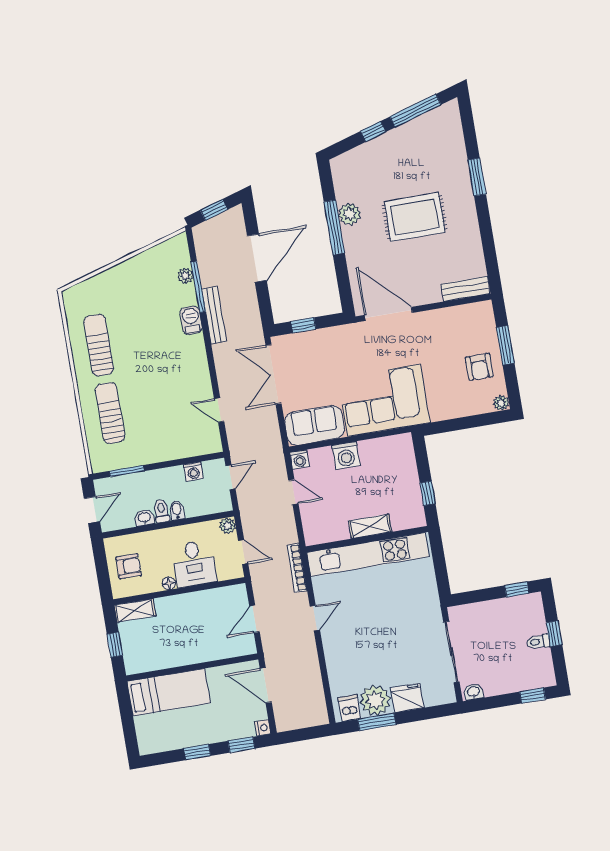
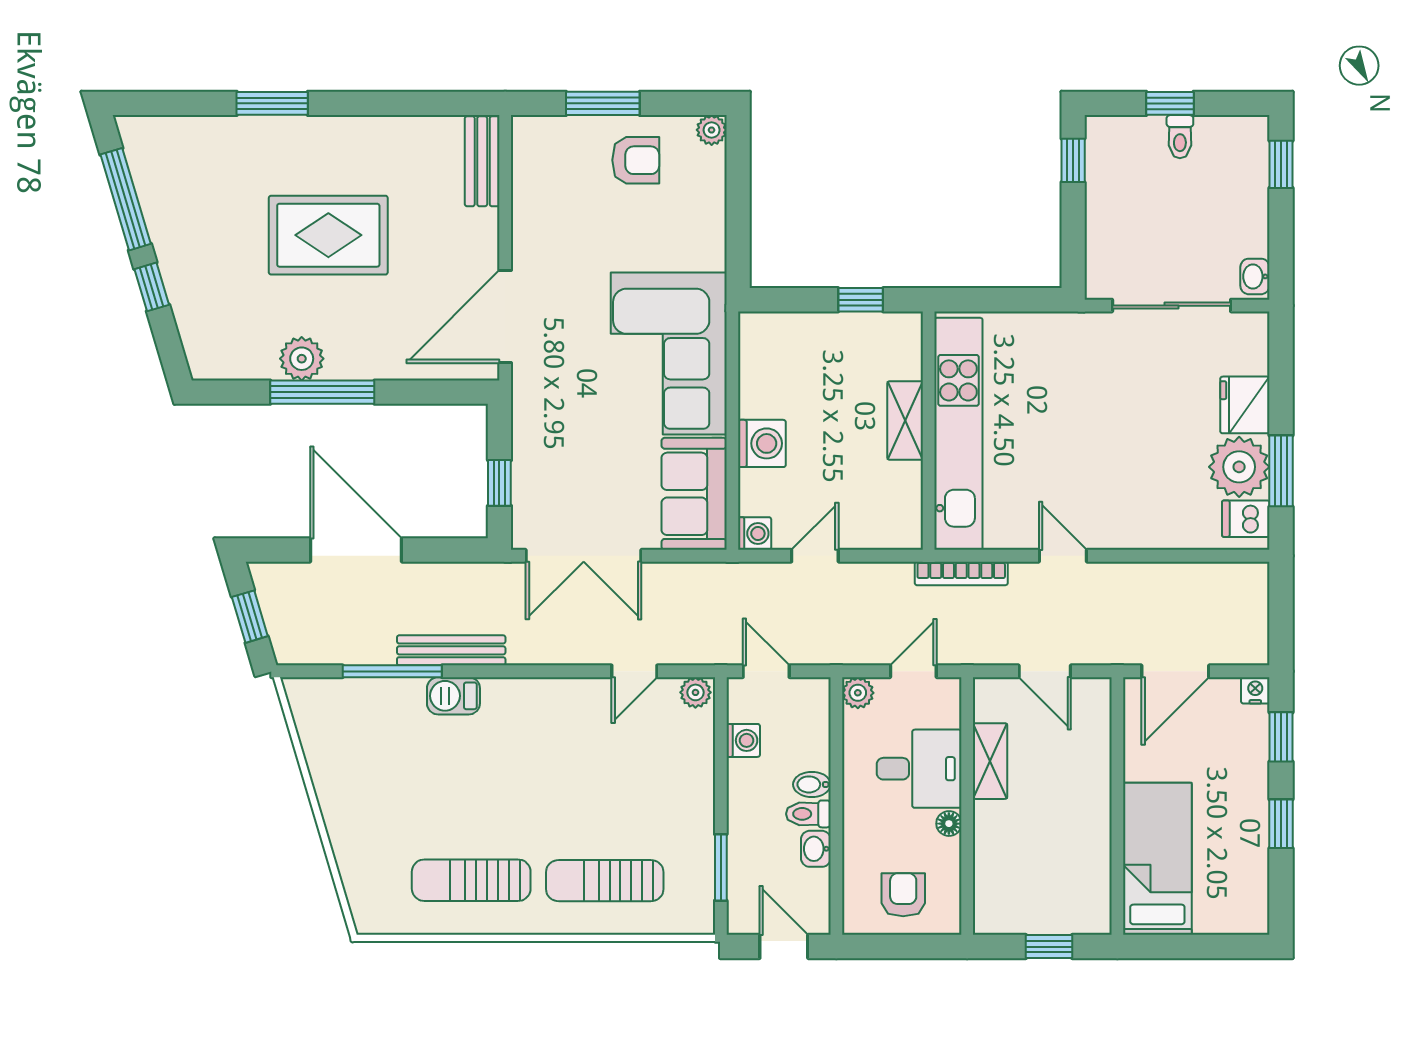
rug: (415, 217) -> (328, 235), turned 90
plant: (185, 276) -> (695, 692), moved
shelving: (135, 611) -> (990, 761), moved

